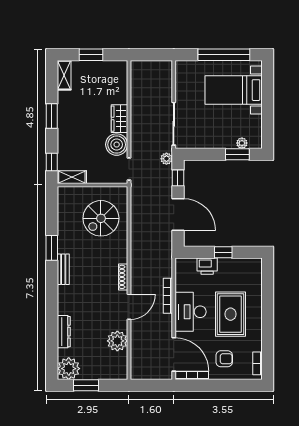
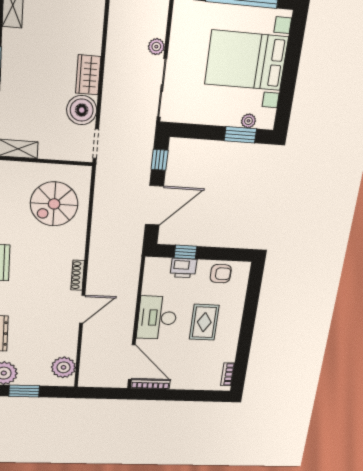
bed with nightstands: (234, 90) -> (246, 60), width x1.36
plant: (166, 159) -> (156, 47), moved
door: (178, 215) -> (154, 205), hinge flipped
window: (223, 252) -> (186, 252), moved
bookcase: (168, 296) -> (131, 299), removed
rug: (230, 314) -> (204, 322), width x0.73, depth x0.70
plant: (117, 341) -> (64, 367), moved
armchair: (224, 359) -> (221, 274), moved

